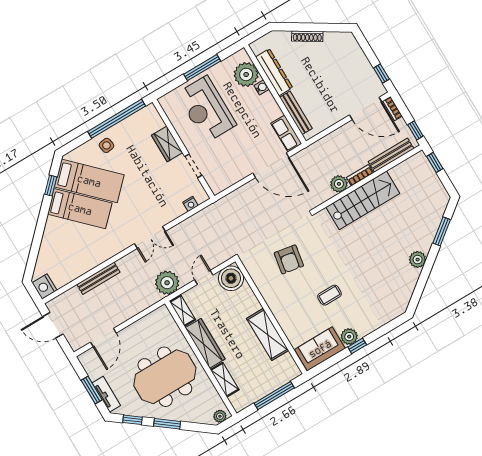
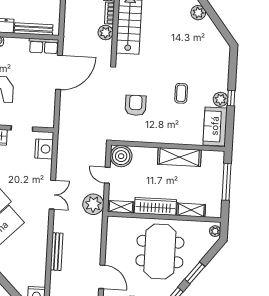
nightstand: (191, 204) -> (44, 149), width x1.89, depth x1.79
armchair: (289, 259) -> (136, 105), turned -100

